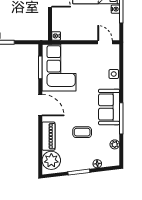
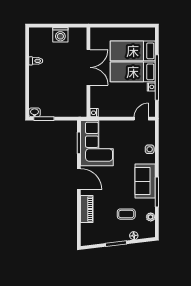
door: (105, 42) -> (141, 119), hinge flipped
coffee table: (82, 132) -> (126, 214), moved
plant: (51, 160) -> (90, 232), removed

